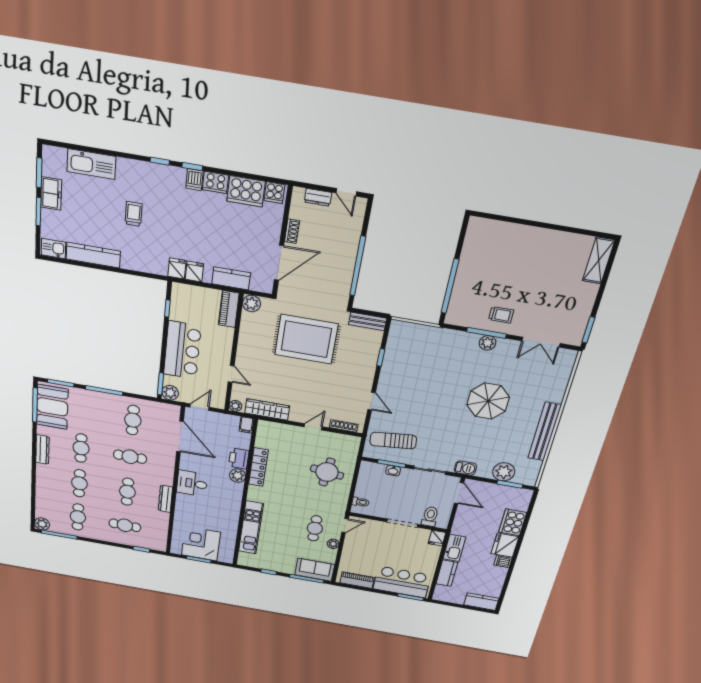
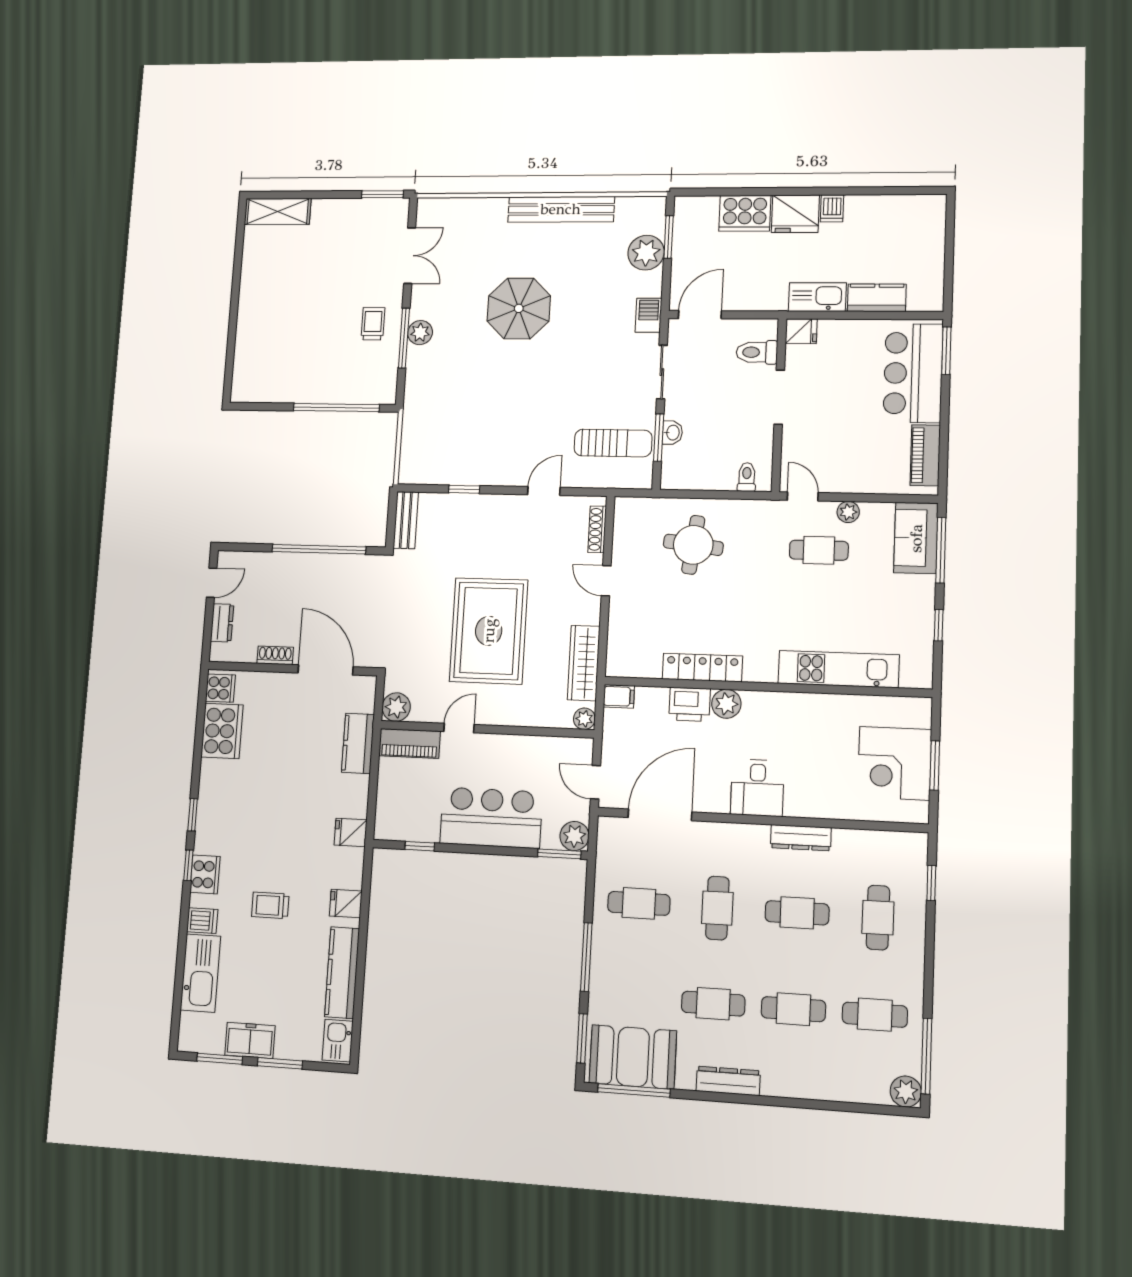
dishwasher: (194, 180) -> (202, 921), moved
cooker: (215, 182) -> (205, 874), moved
fridge: (194, 272) -> (346, 903), moved
rug: (306, 339) -> (489, 631), moved
door: (231, 374) -> (459, 728), moved
sun lounger: (393, 441) -> (613, 443), turned -84
kitchen counter: (481, 602) -> (931, 223), removed

